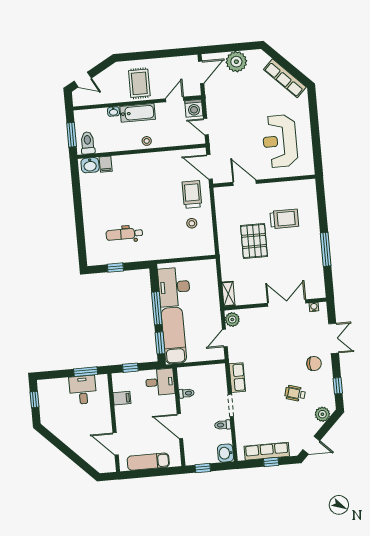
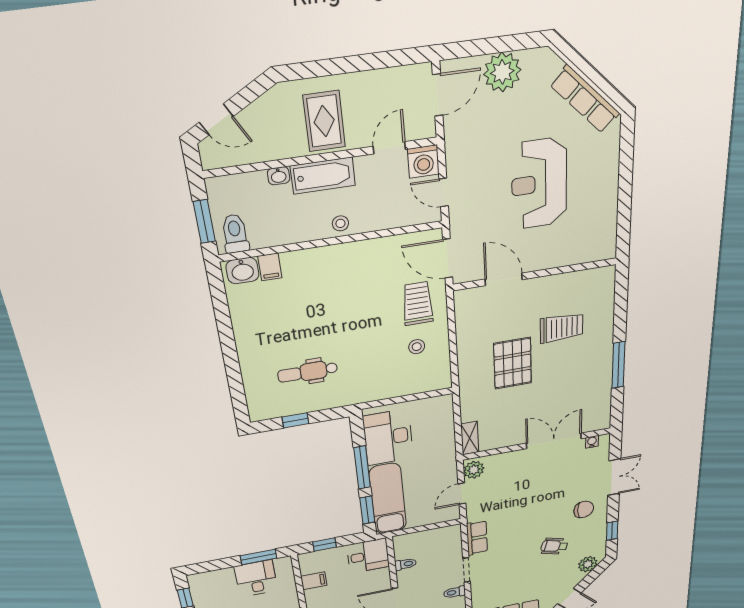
reception desk: (280, 141) -> (539, 184), moved

